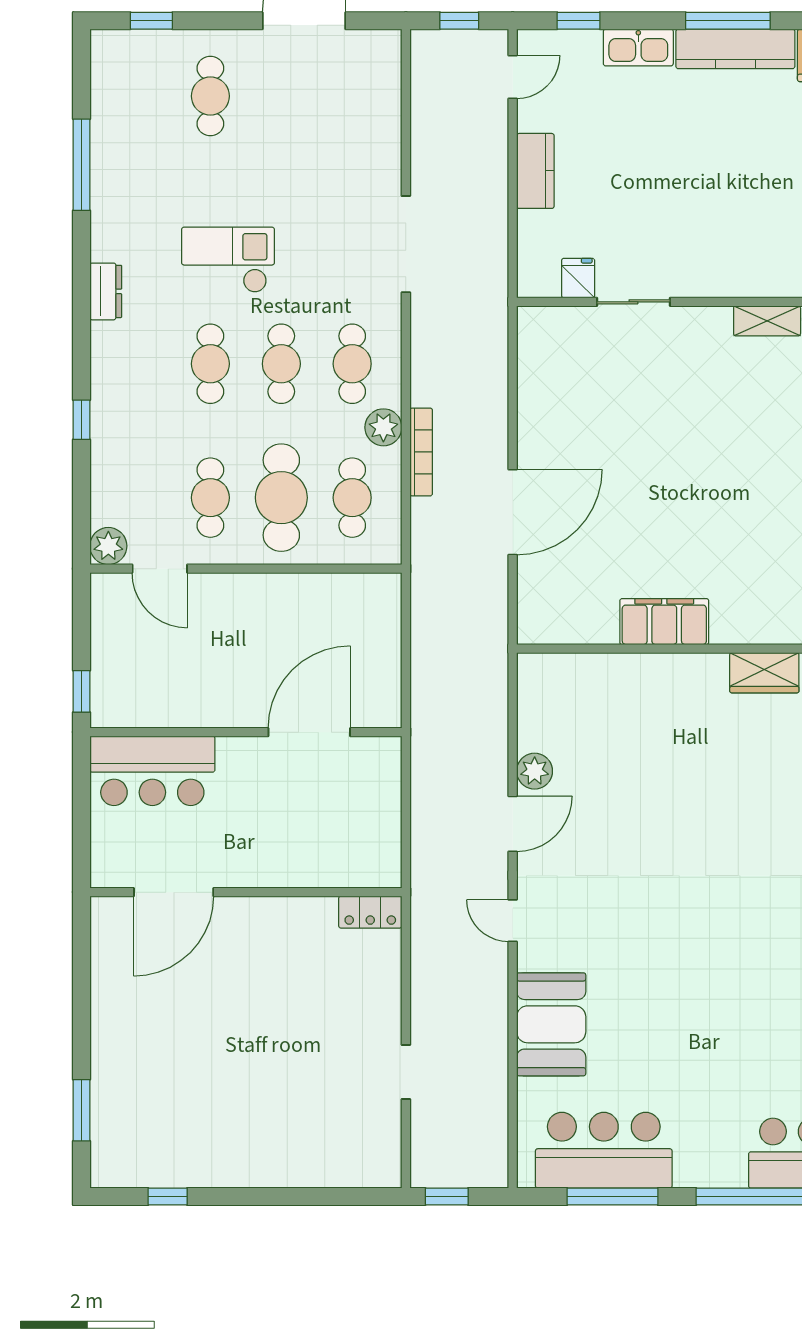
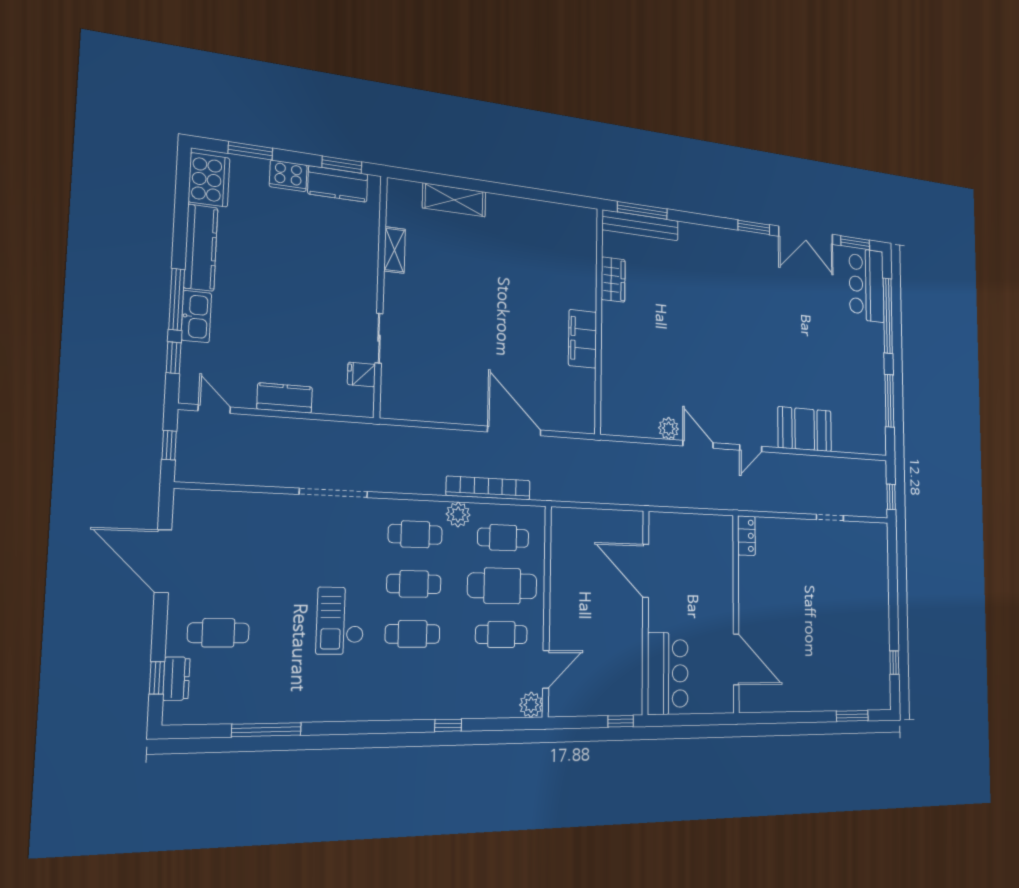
window: (728, 21) -> (177, 299), moved
dresser: (106, 291) -> (176, 679), moved, turned 90
bookcase: (421, 452) -> (488, 488), width x1.48, depth x1.31
bar counter: (604, 1150) -> (867, 404), removed

